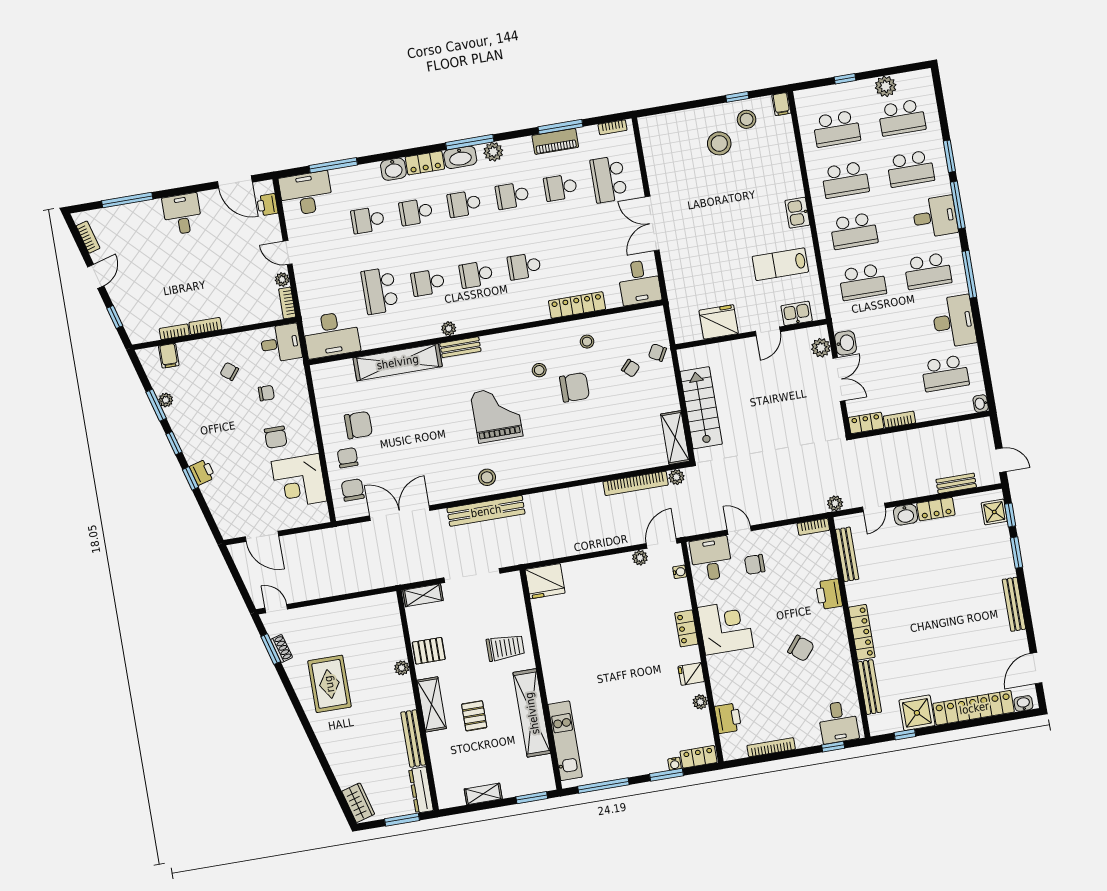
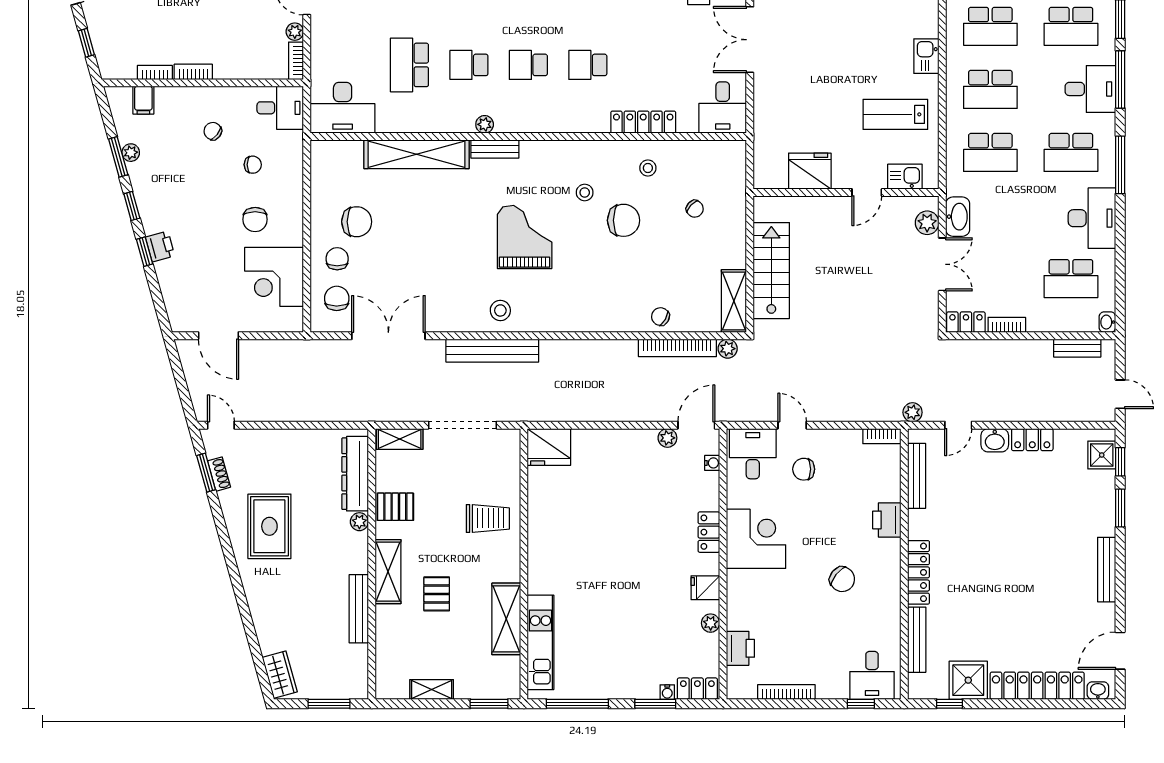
washbasin: (846, 343) -> (958, 217), width x1.38
chair: (657, 353) -> (660, 317), moved
bench: (956, 483) -> (1077, 348), moved
shelving: (532, 713) -> (506, 619), width x0.68
dresser: (421, 790) -> (355, 474), moved, width x1.37, depth x1.24

